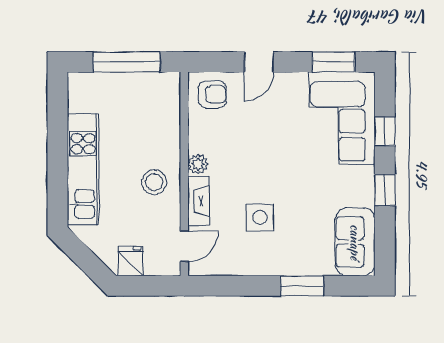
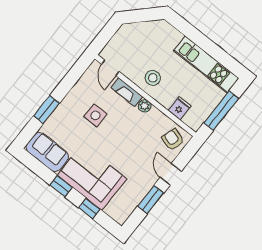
window: (334, 62) -> (151, 200), moved
armchair: (212, 94) -> (173, 140), turned 107
corner sofa: (342, 118) -> (92, 177), moved
kitchen unit: (83, 169) -> (206, 65), moved
fridge: (131, 261) -> (180, 108), moved, turned -90

